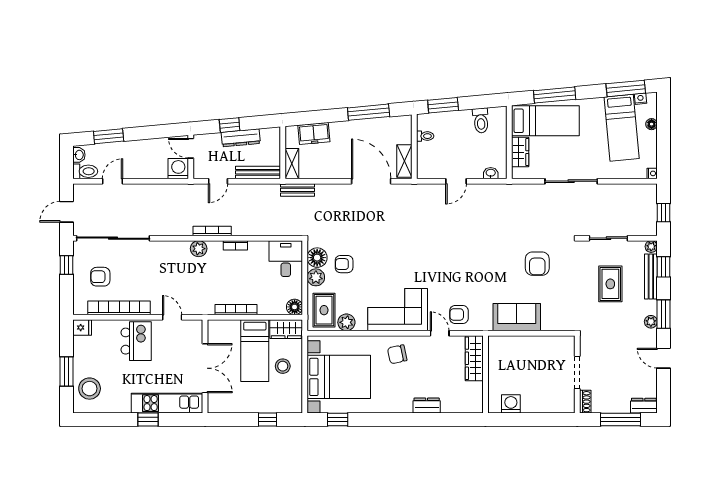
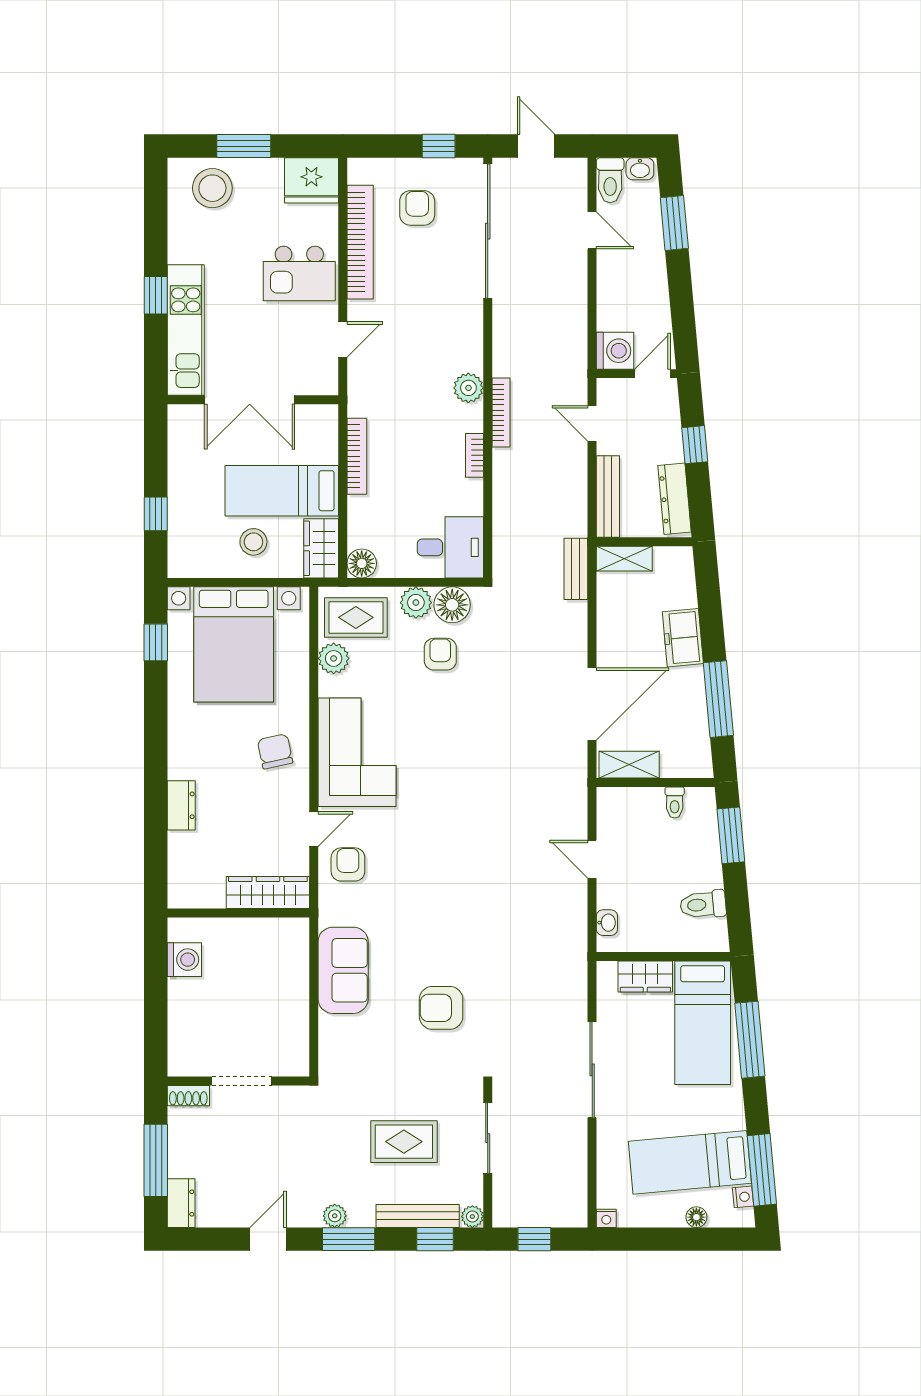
freezer: (314, 134) -> (683, 638), moved
dresser: (241, 138) -> (674, 499), moved
fridge: (82, 328) -> (311, 180), width x1.88, depth x1.34

